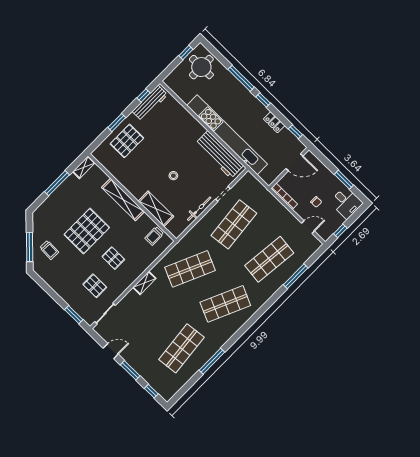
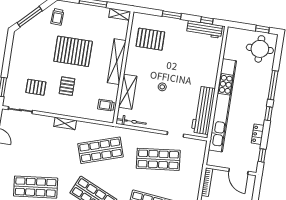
pallet: (127, 141) -> (150, 39), moved
bicycle: (199, 209) -> (131, 121), moved
trolley: (49, 250) -> (57, 17), moved
shop shelf: (190, 269) -> (101, 150), turned -42
pallet: (95, 286) -> (36, 87), turned 90

